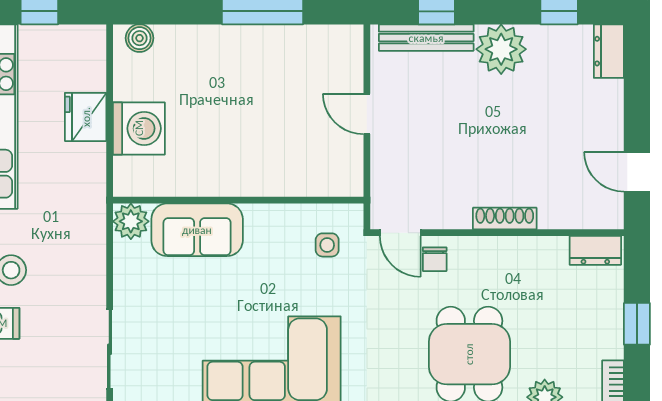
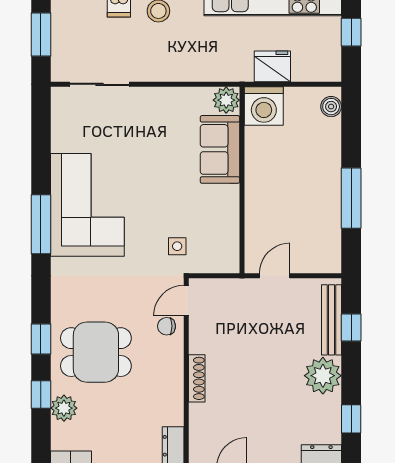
wall: (238, 200) -> (242, 180), moved
plant: (131, 221) -> (226, 100), moved
sofa: (197, 230) -> (220, 149), moved

